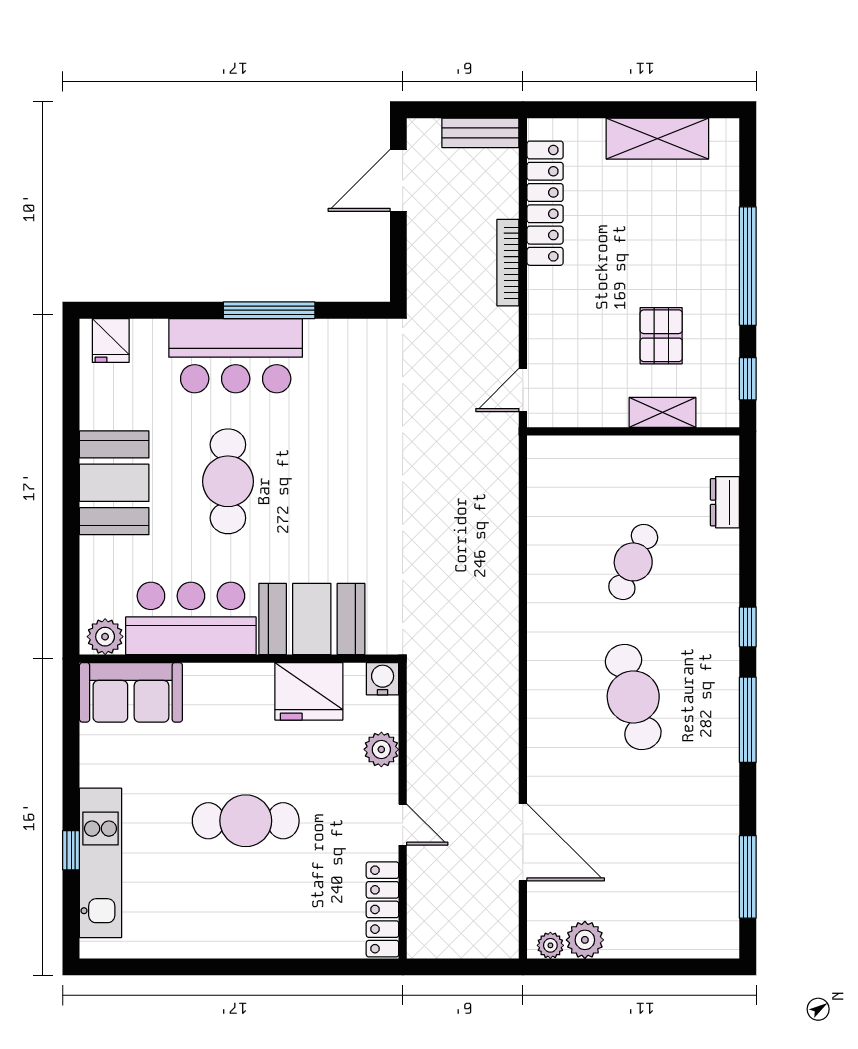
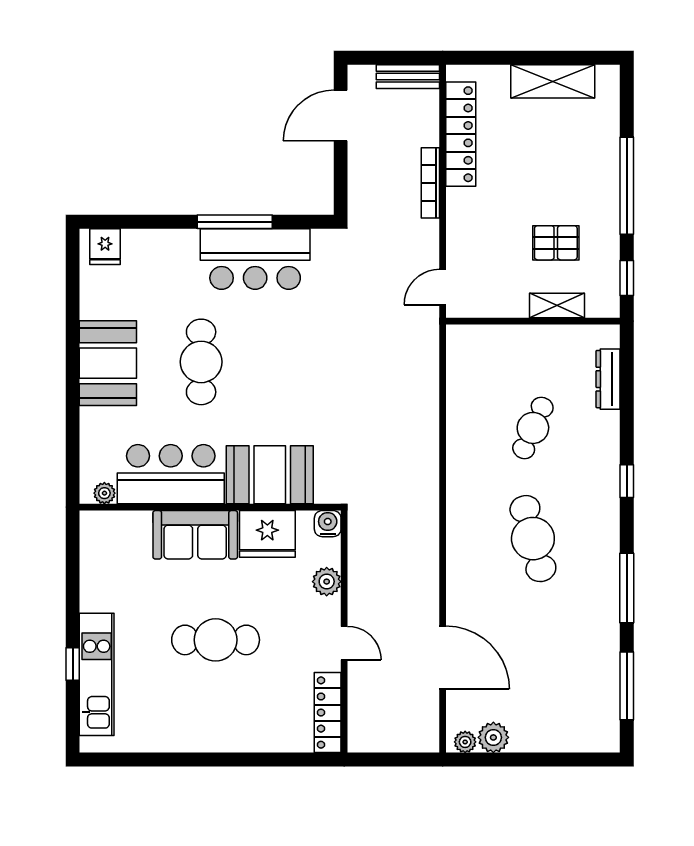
pallet: (661, 336) -> (556, 243), turned 90
bar counter: (236, 356) -> (255, 259), moved
dresser: (725, 502) -> (608, 379), width x1.44
plant: (105, 637) -> (104, 493), width x0.73, depth x0.73
sofa: (131, 692) -> (195, 535), moved
window: (748, 720) -> (627, 588), moved

